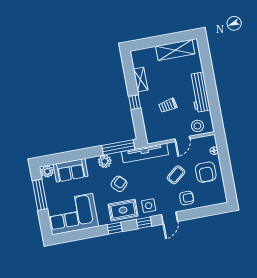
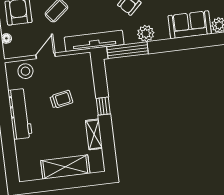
shelving: (175, 50) -> (65, 167), moved

